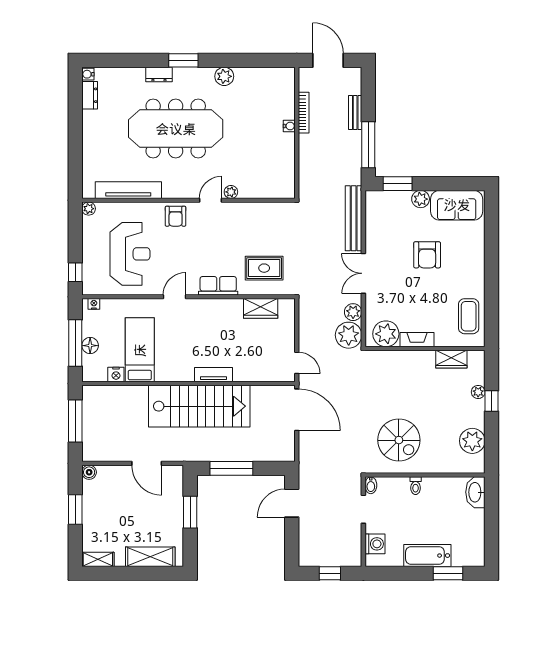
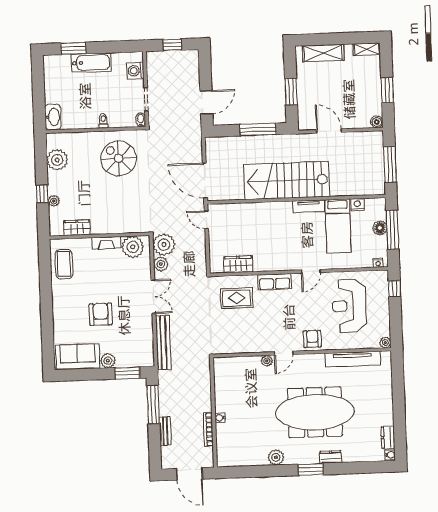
tv unit: (213, 375) -> (308, 206), moved

